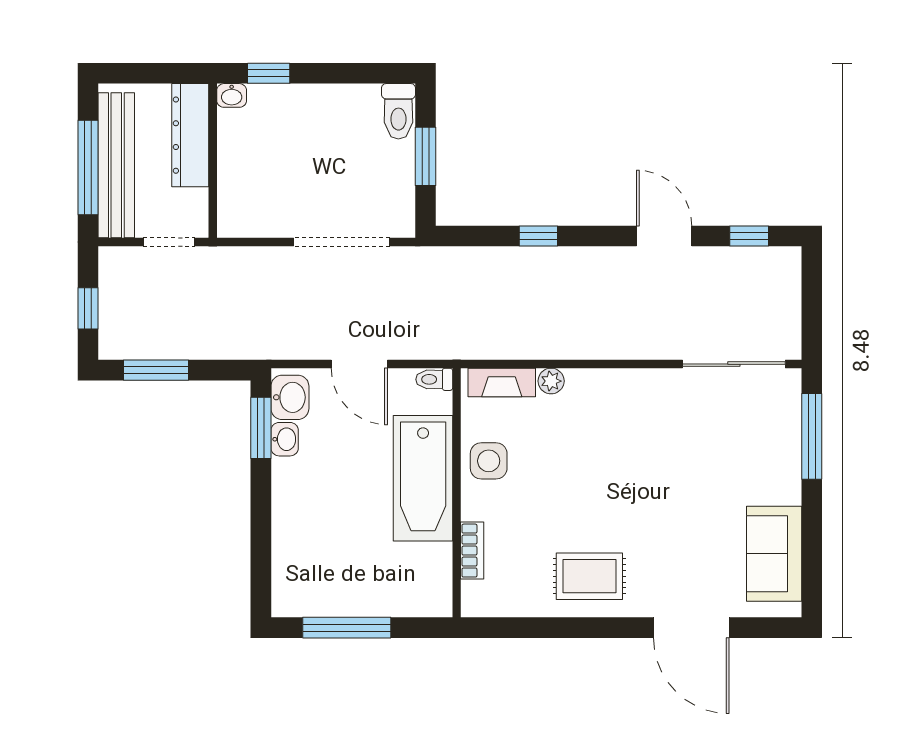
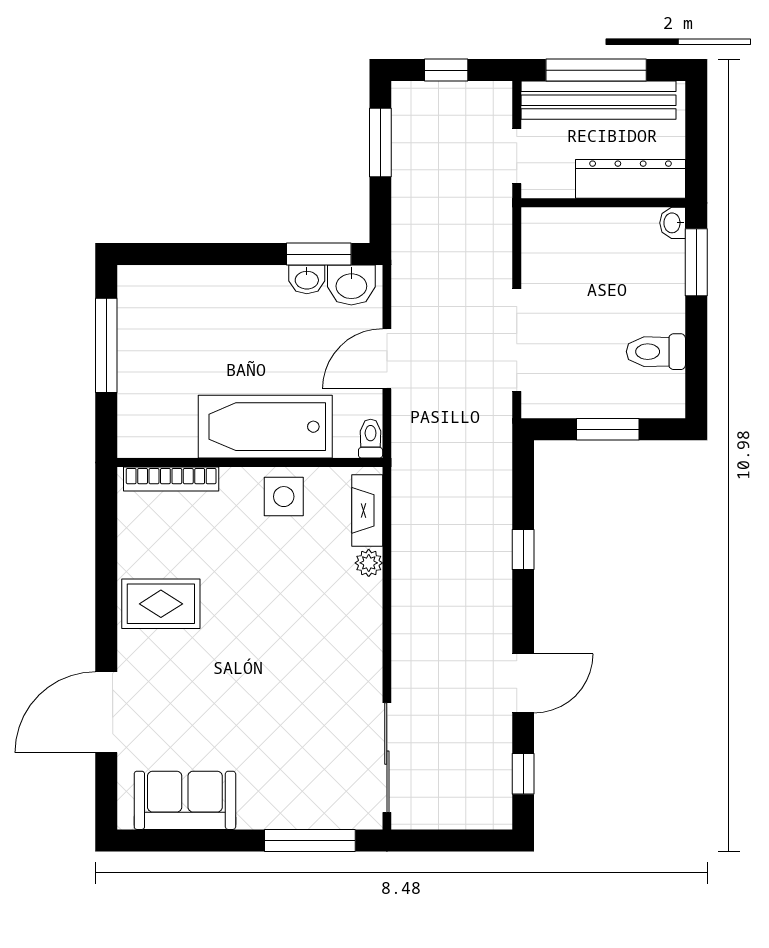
window: (269, 73) -> (696, 262), width x1.50
toilet: (398, 111) -> (656, 352), moved
bookcase: (472, 551) -> (171, 479), width x1.56
rug: (589, 576) -> (161, 604), turned 90

